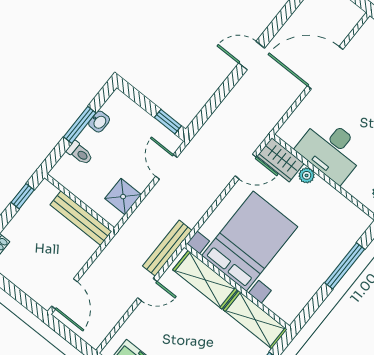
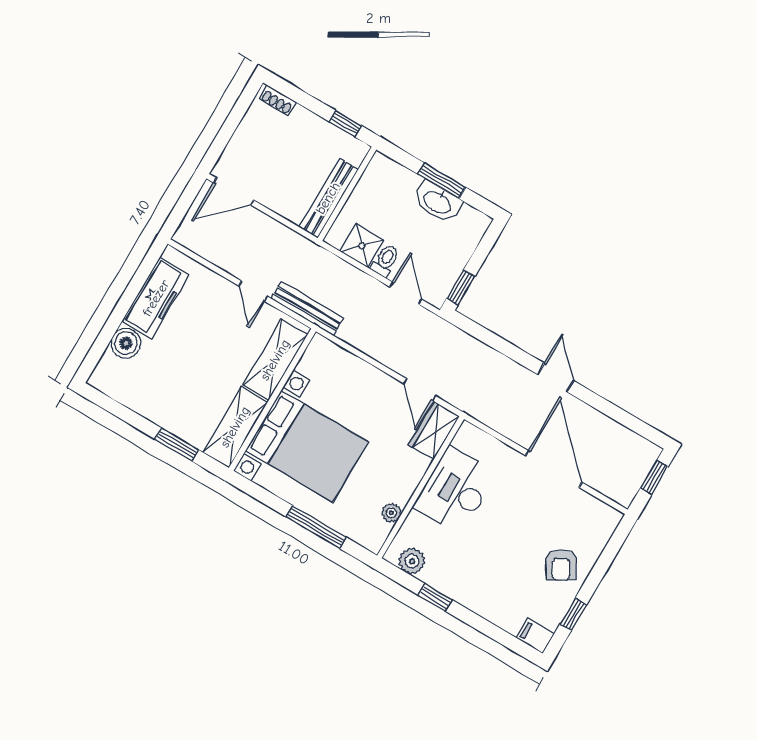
washbasin: (99, 122) -> (438, 202), width x1.91, depth x1.45
toilet: (80, 153) -> (385, 260), moved, turned 180
door: (166, 167) -> (406, 293), hinge flipped
plant: (307, 175) -> (391, 513), moved
bed with nightstands: (250, 241) -> (307, 446), moved

